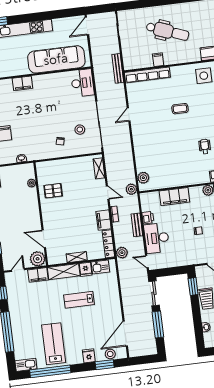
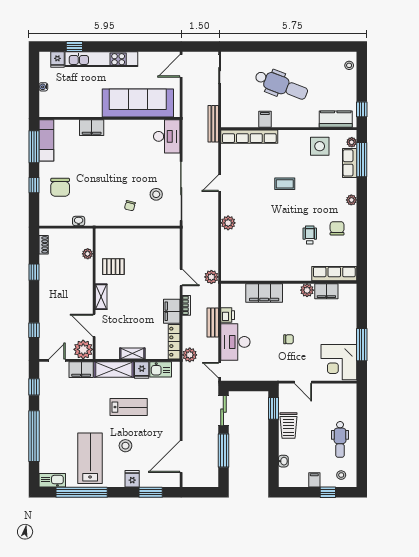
shelving: (99, 168) -> (101, 297), moved
plant: (143, 178) -> (228, 223), moved
lab bench: (79, 300) -> (129, 407), turned 180
stool: (110, 354) -> (125, 446), moved

